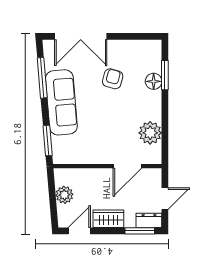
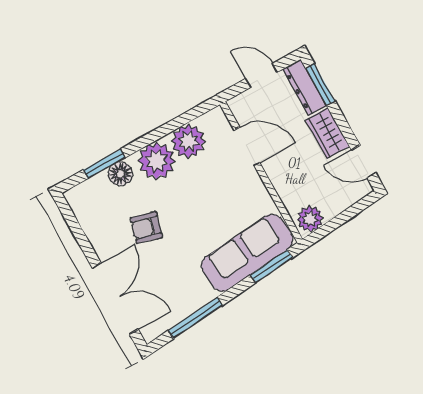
sofa: (61, 102) -> (247, 253), moved
plant: (149, 107) -> (157, 161), added
plant: (64, 195) -> (310, 219), moved
dresser: (149, 220) -> (305, 87), width x1.44

